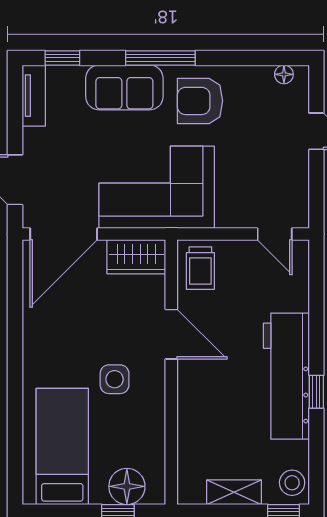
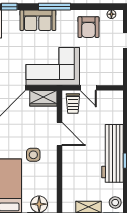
armchair: (200, 101) -> (88, 27), moved, turned -90
door: (275, 234) -> (88, 88), moved

